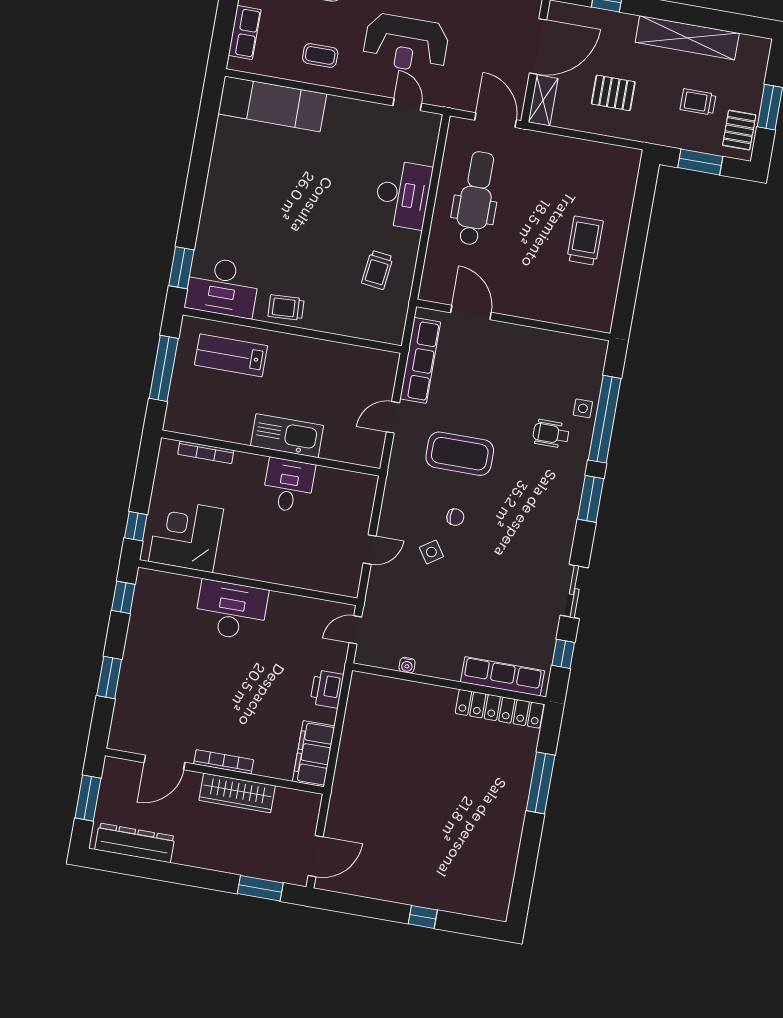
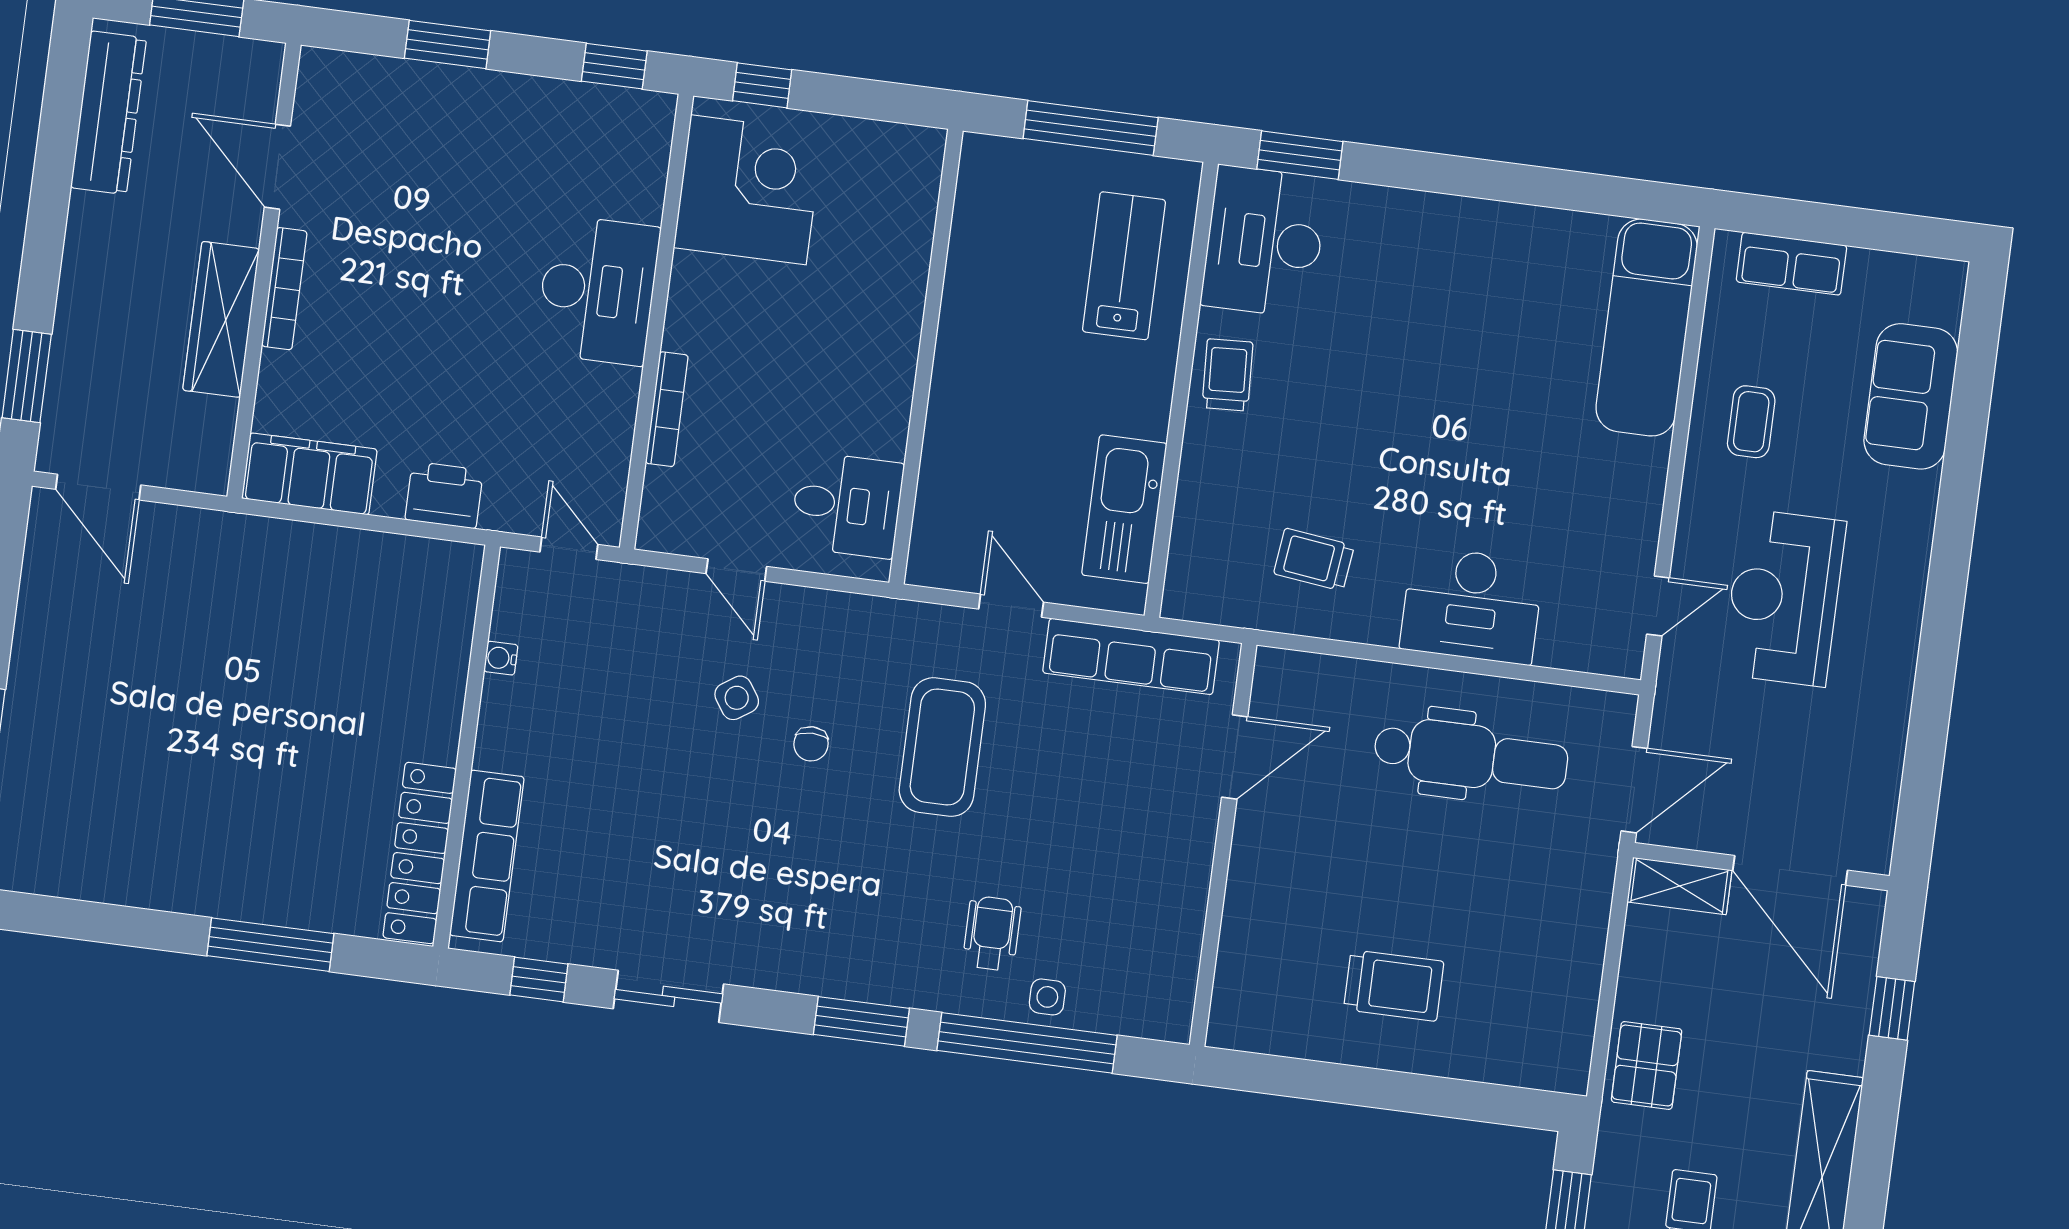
pallet: (613, 93) -> (1647, 1065), moved
kitchen sink: (287, 436) -> (1124, 509), moved, turned 180
bookcase: (206, 452) -> (667, 409), moved, turned 180
desk: (288, 485) -> (847, 505), moved

